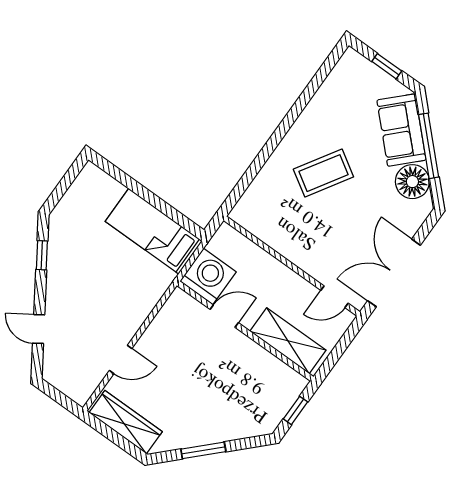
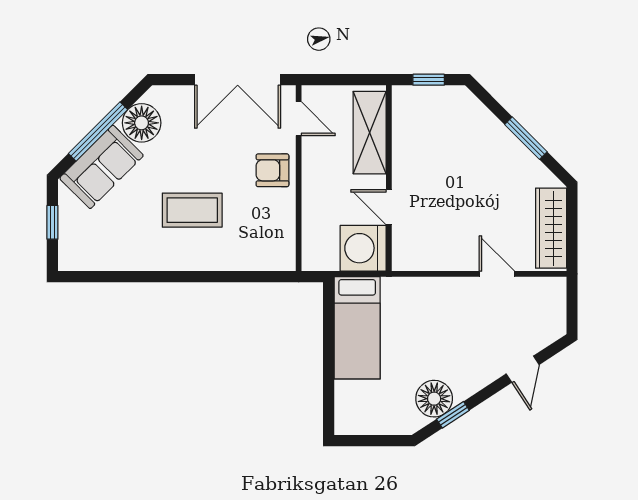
coffee table: (323, 173) -> (192, 210), turned -32
floor lamp: (63, 250) -> (434, 399), added
armchair: (311, 251) -> (272, 170), added

